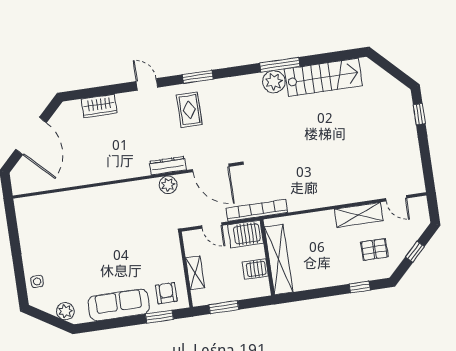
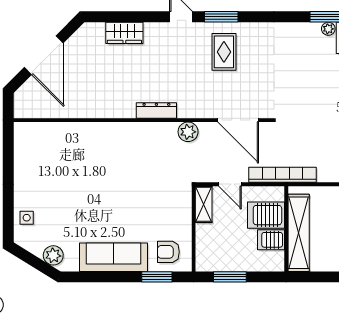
window: (198, 77) -> (221, 17), moved
plant: (274, 82) -> (328, 29), width x0.53, depth x0.53
dresser: (168, 166) -> (156, 110), moved
server rack: (246, 234) -> (266, 215), moved
shelving: (195, 273) -> (204, 204), moved
armchair: (166, 293) -> (168, 252), turned -90

